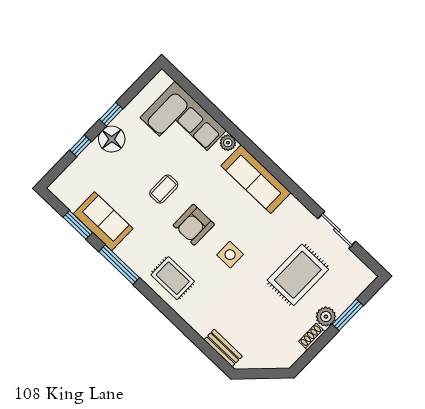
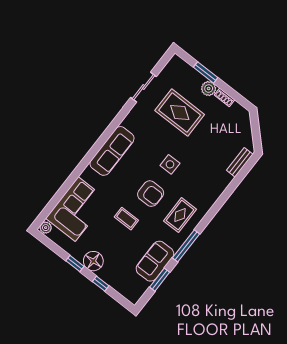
plant: (228, 143) -> (46, 228), moved
rug: (173, 278) -> (180, 215), moved

